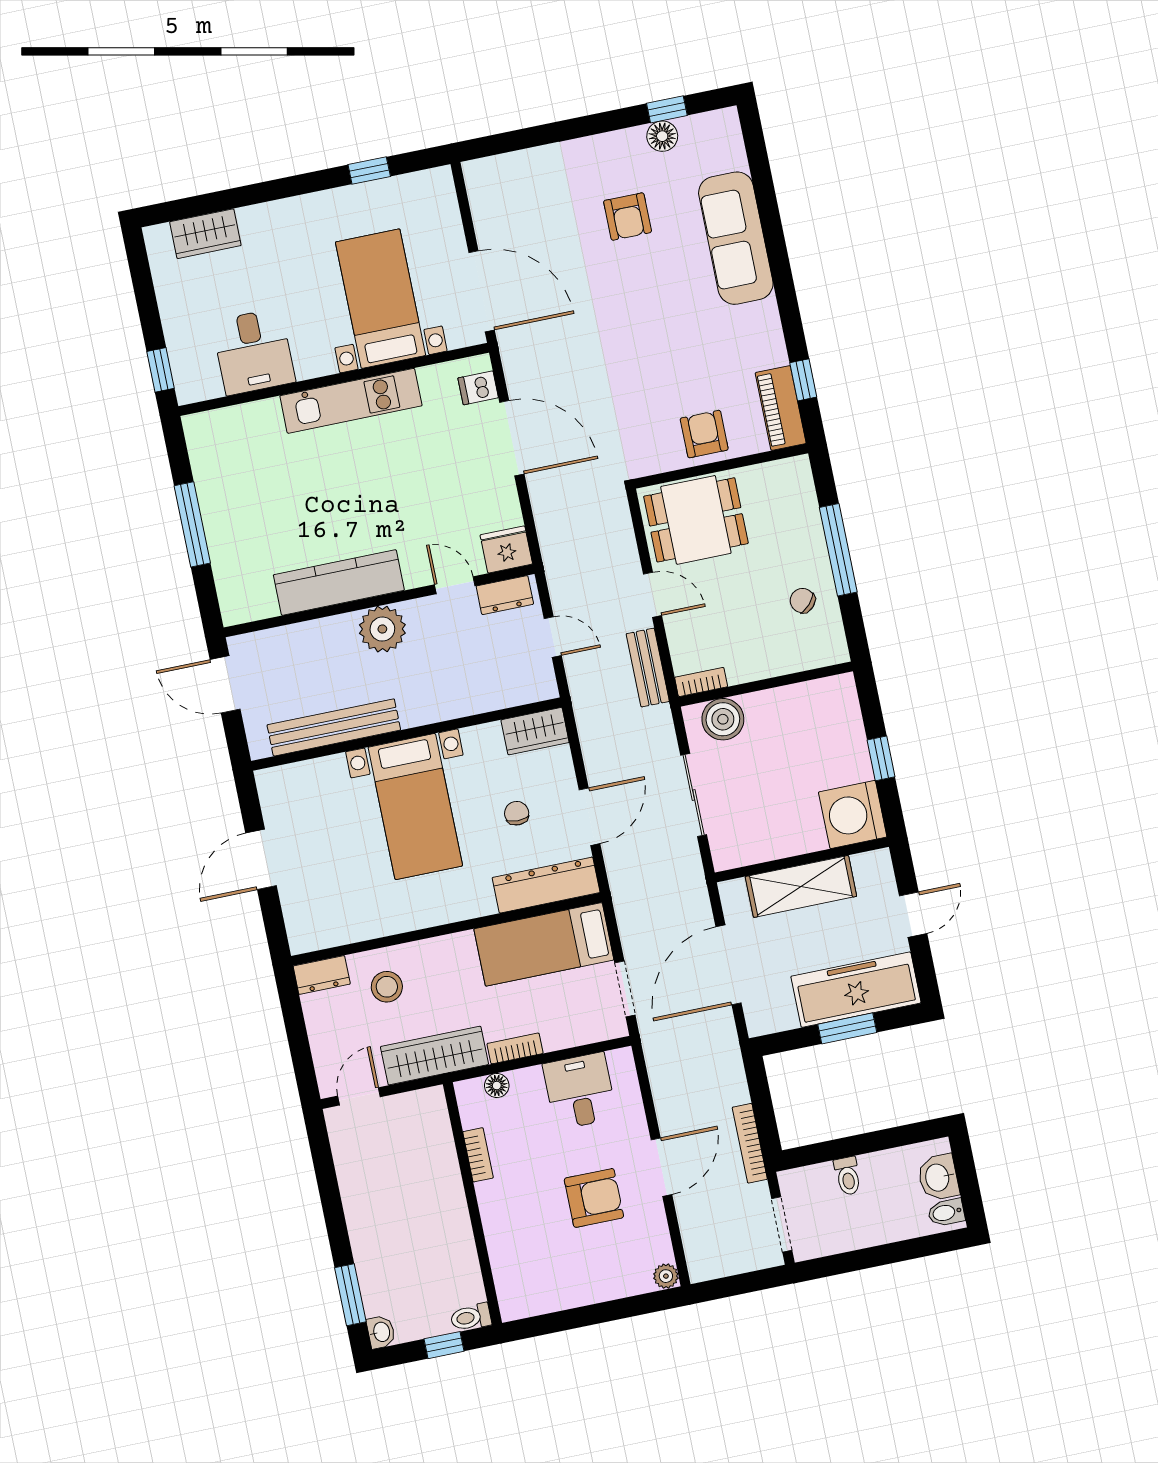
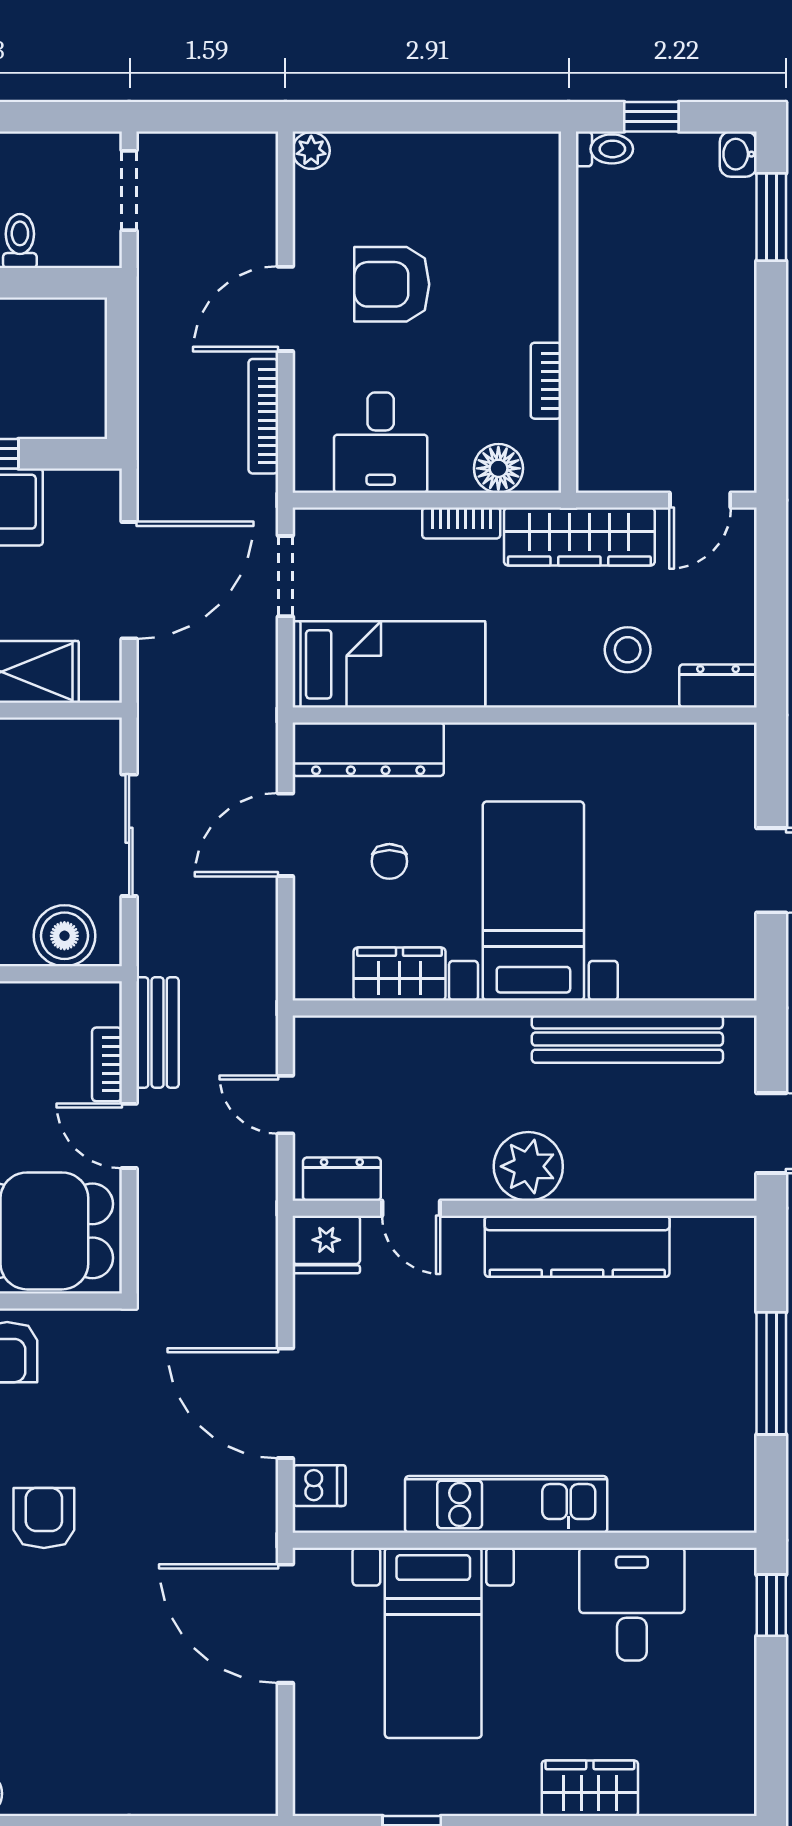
armchair: (628, 217) -> (44, 1518), moved
wardrobe: (205, 234) -> (590, 1788), moved
bookcase: (701, 682) -> (107, 1064), moved, turned 90
wardrobe: (535, 731) -> (399, 974), moved
floor lamp: (497, 1086) -> (498, 468), width x1.37, depth x1.37
bookcase: (750, 1143) -> (263, 416), moved, turned 180

